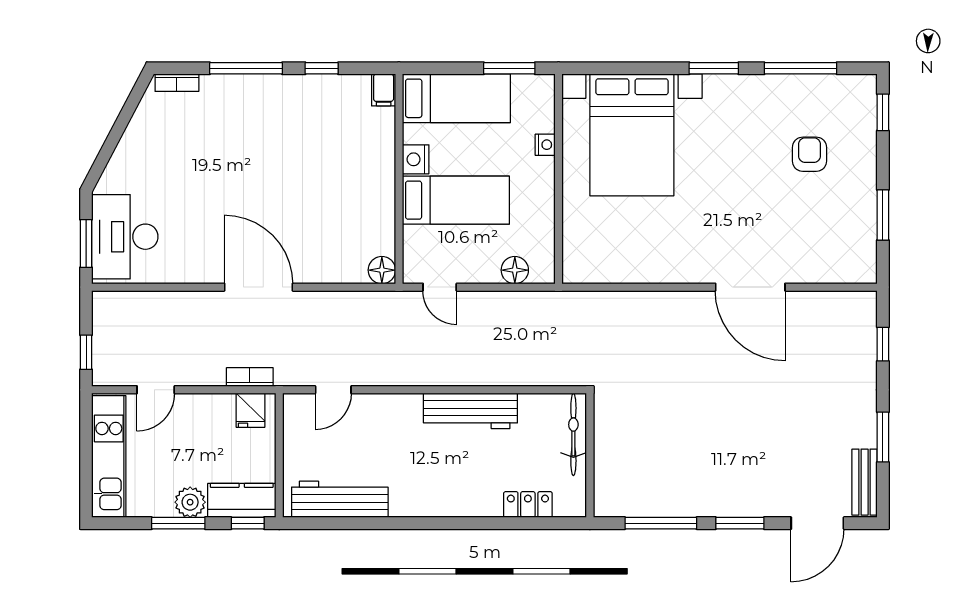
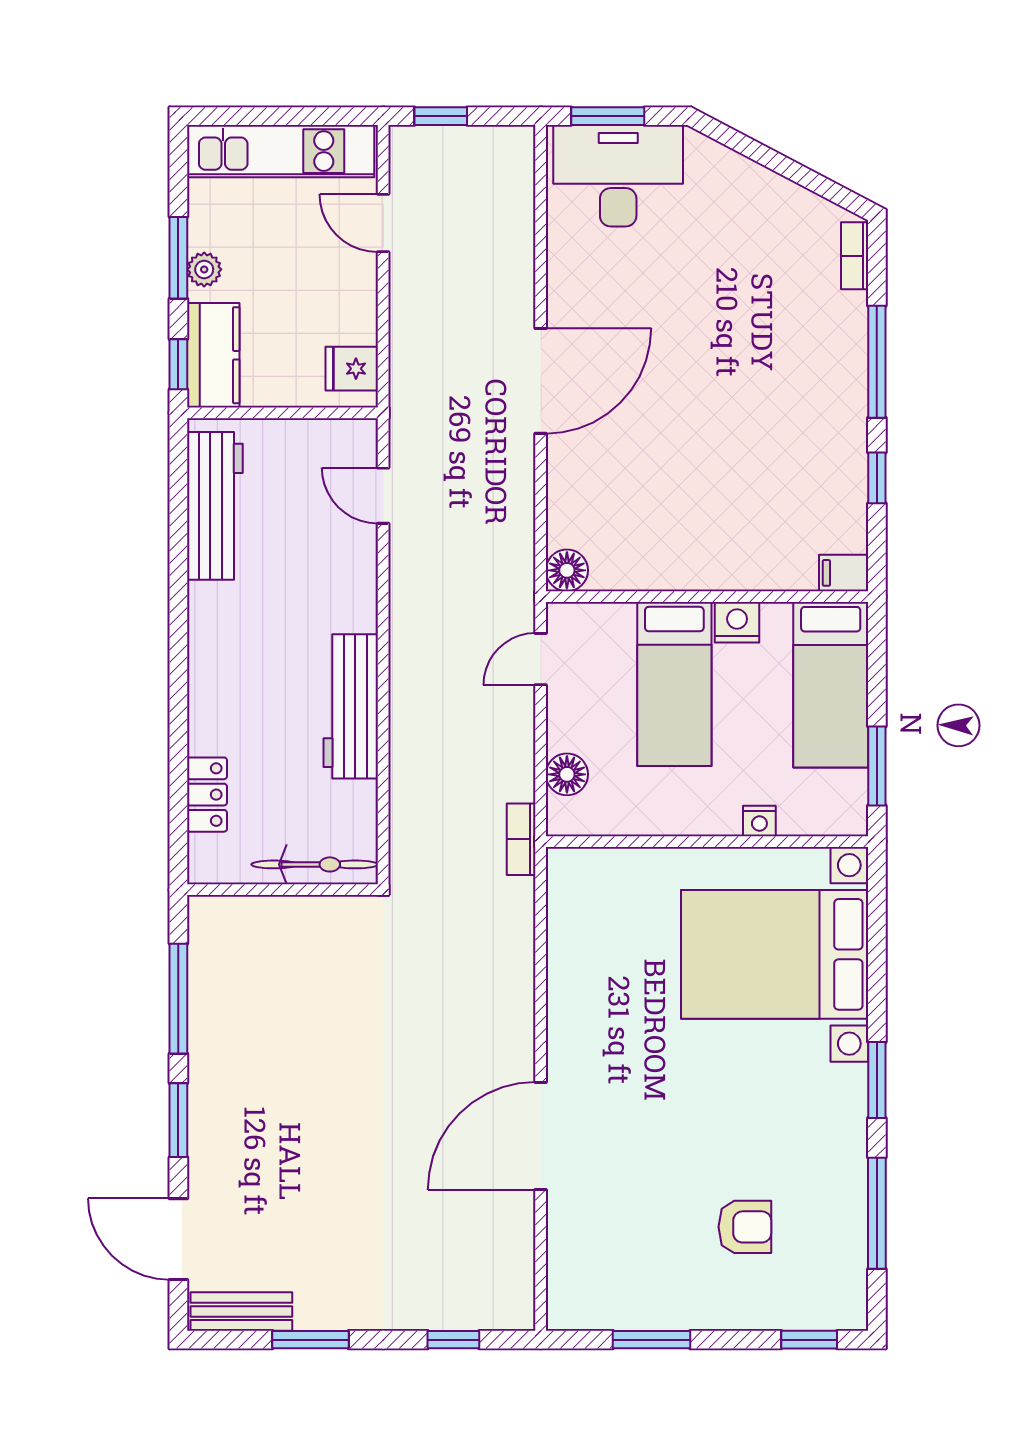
bookcase: (250, 377) -> (521, 839), moved, turned 180
plant: (190, 502) -> (204, 269), width x0.73, depth x0.73

